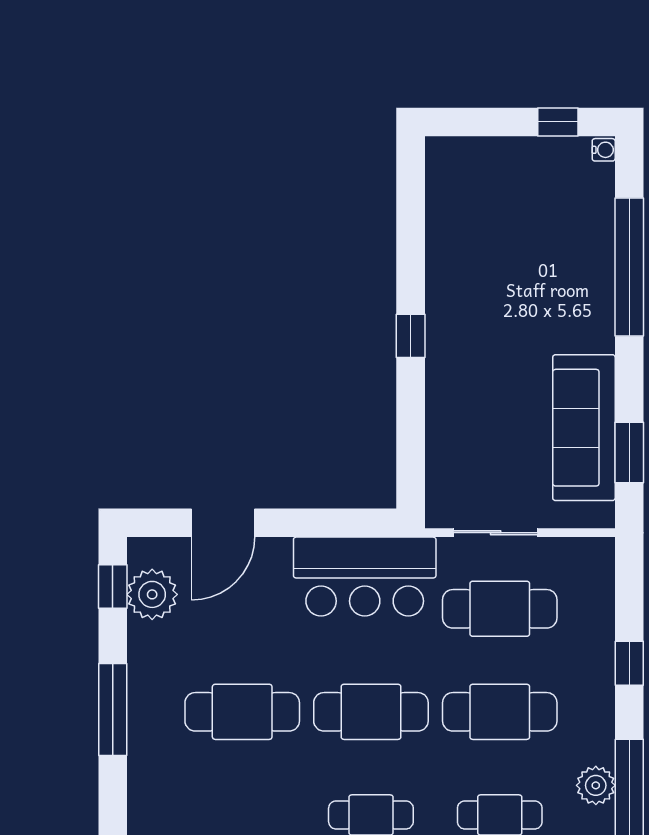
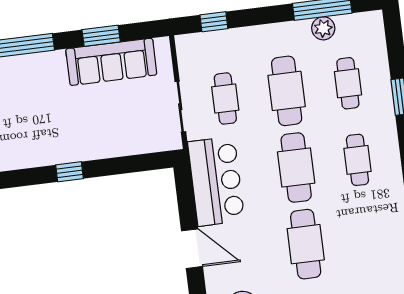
window: (629, 452) -> (101, 36), moved
door: (223, 523) -> (192, 249), moved
cafe table: (500, 609) -> (225, 99), width x0.73, depth x0.74
window: (629, 663) -> (214, 22), moved

